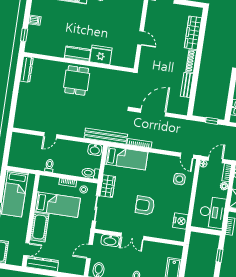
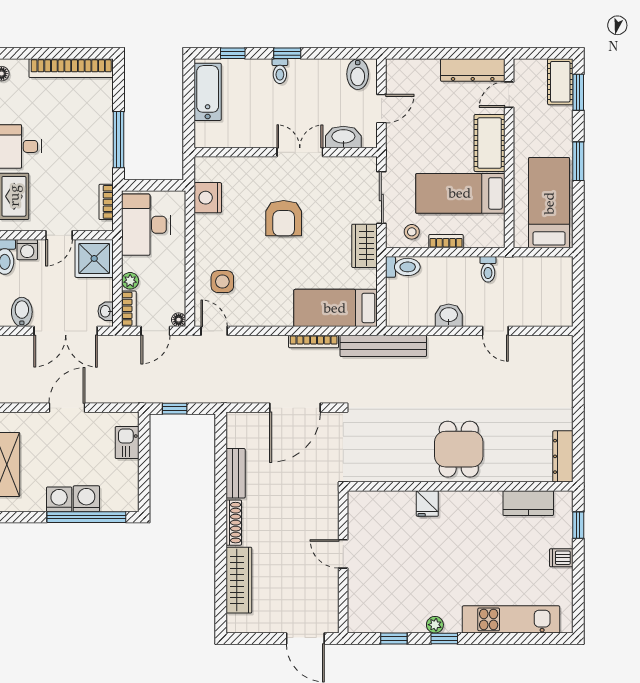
kitchen counter: (77, 54) -> (528, 503), moved
fridge: (101, 55) -> (427, 504), width x0.53, depth x0.75
door: (50, 135) -> (495, 331), swing flipped
washbasin: (95, 150) -> (449, 315), moved
armchair: (145, 205) -> (284, 218), turned 90
window: (219, 256) -> (119, 140), width x2.17

